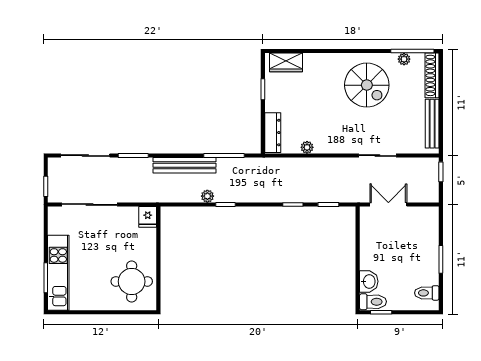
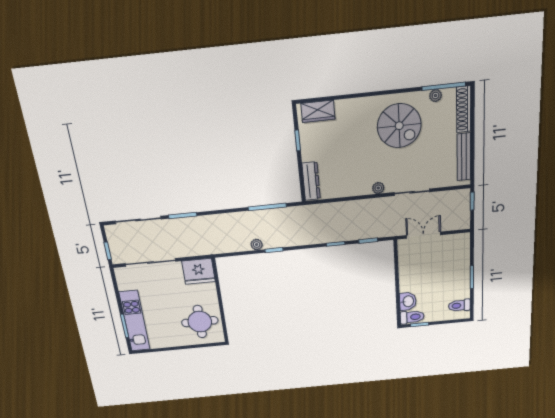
plant: (307, 147) -> (378, 188), moved
bench: (185, 165) -> (232, 219), removed
fridge: (148, 217) -> (198, 271), width x1.88, depth x1.34

